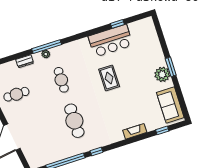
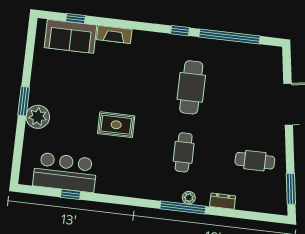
bar counter: (110, 41) -> (65, 172), moved
plant: (162, 74) -> (38, 117), moved
rug: (109, 78) -> (116, 125), turned 90
sofa: (170, 105) -> (71, 36), moved, turned 90

